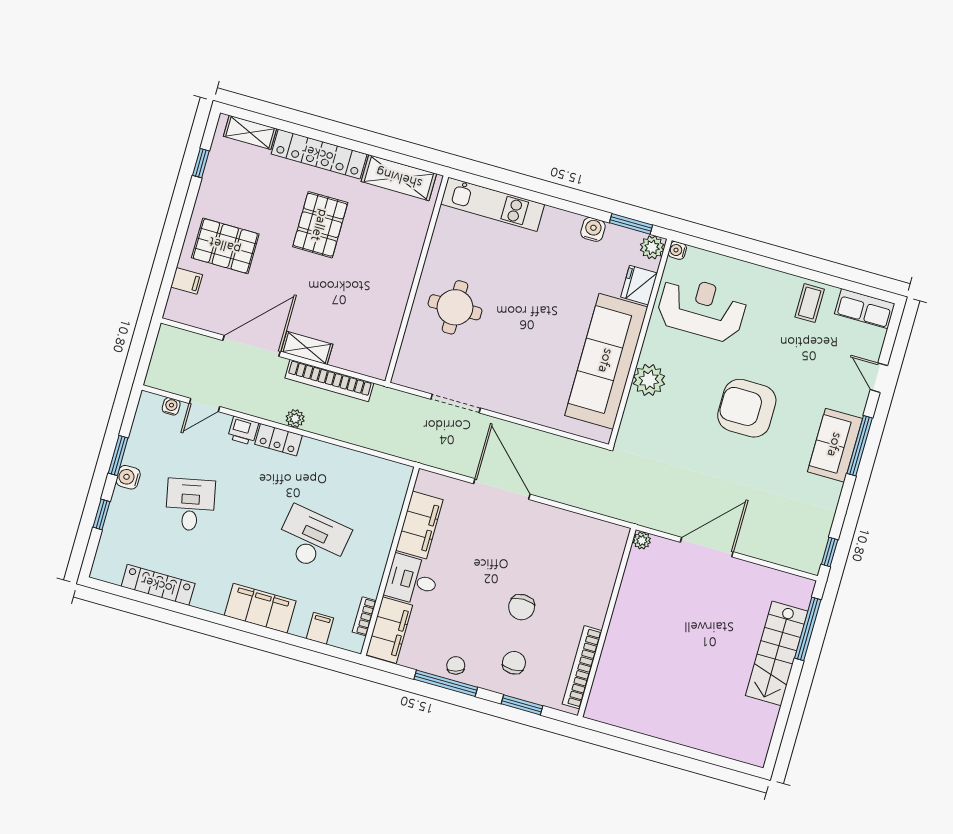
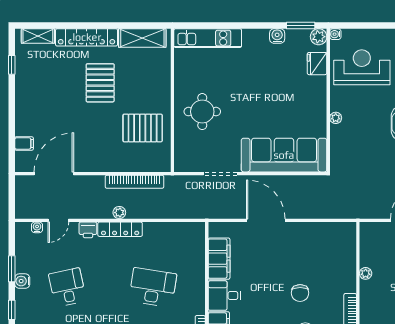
pallet: (225, 246) -> (143, 128), moved
door: (252, 346) -> (54, 174), moved
shelving: (307, 348) -> (114, 165), removed
sofa: (606, 361) -> (284, 155), moved, turned 90
plant: (649, 380) -> (336, 118), width x0.53, depth x0.53
locker: (278, 440) -> (120, 229), width x1.53
plant: (642, 540) -> (366, 273), moved

